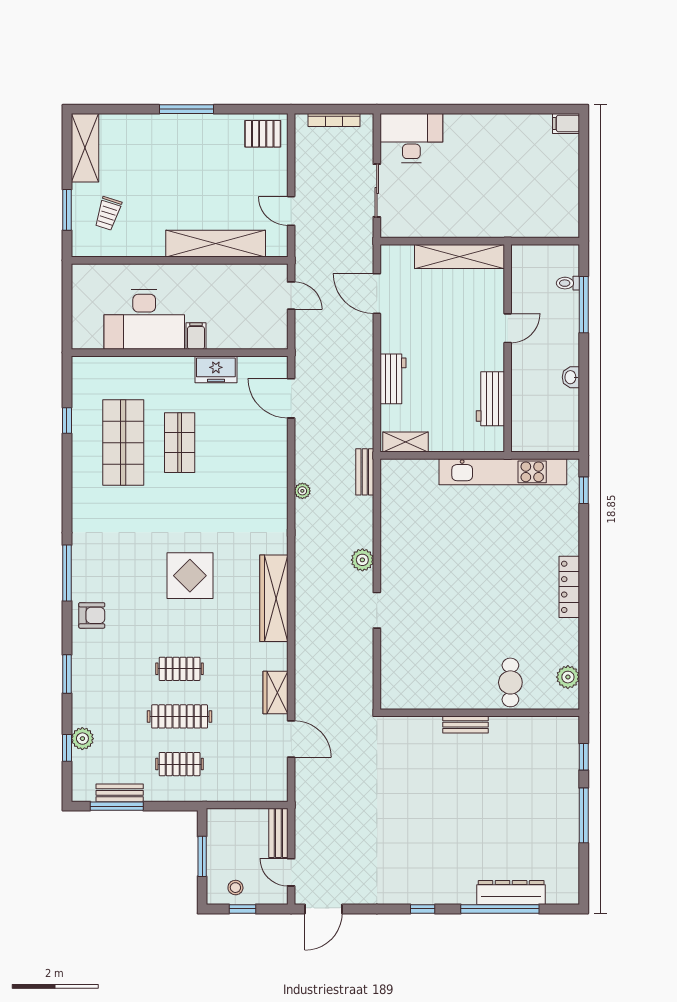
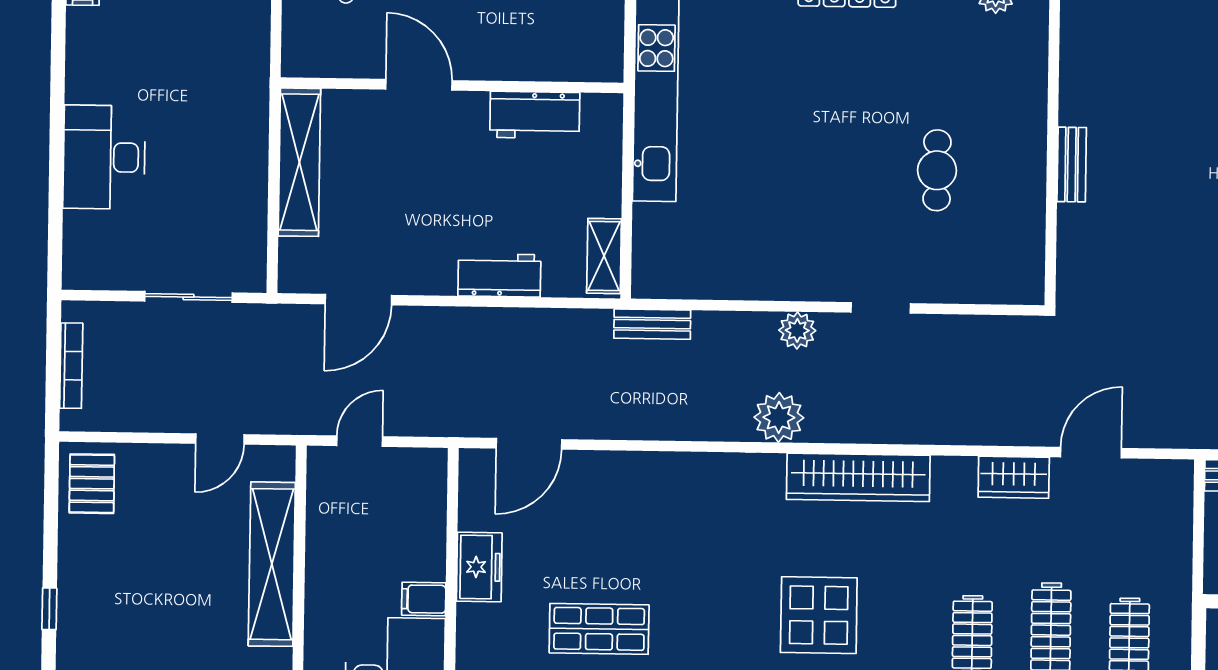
window: (186, 109) -> (49, 609), width x0.46
desk: (411, 138) -> (104, 157), moved
door: (508, 328) -> (419, 85), width x1.38
plant: (302, 491) -> (779, 417), moved, width x1.88, depth x1.88
cafe table: (510, 682) -> (937, 170), moved, turned 90

